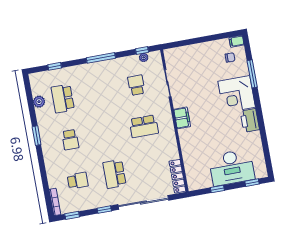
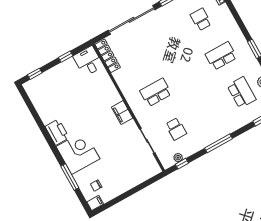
school desk: (70, 140) -> (221, 56), width x1.85
desk: (232, 167) -> (88, 61), moved, width x0.53, depth x0.77
school desk: (114, 174) -> (168, 38), removed
school desk: (78, 181) -> (201, 19), turned 90

